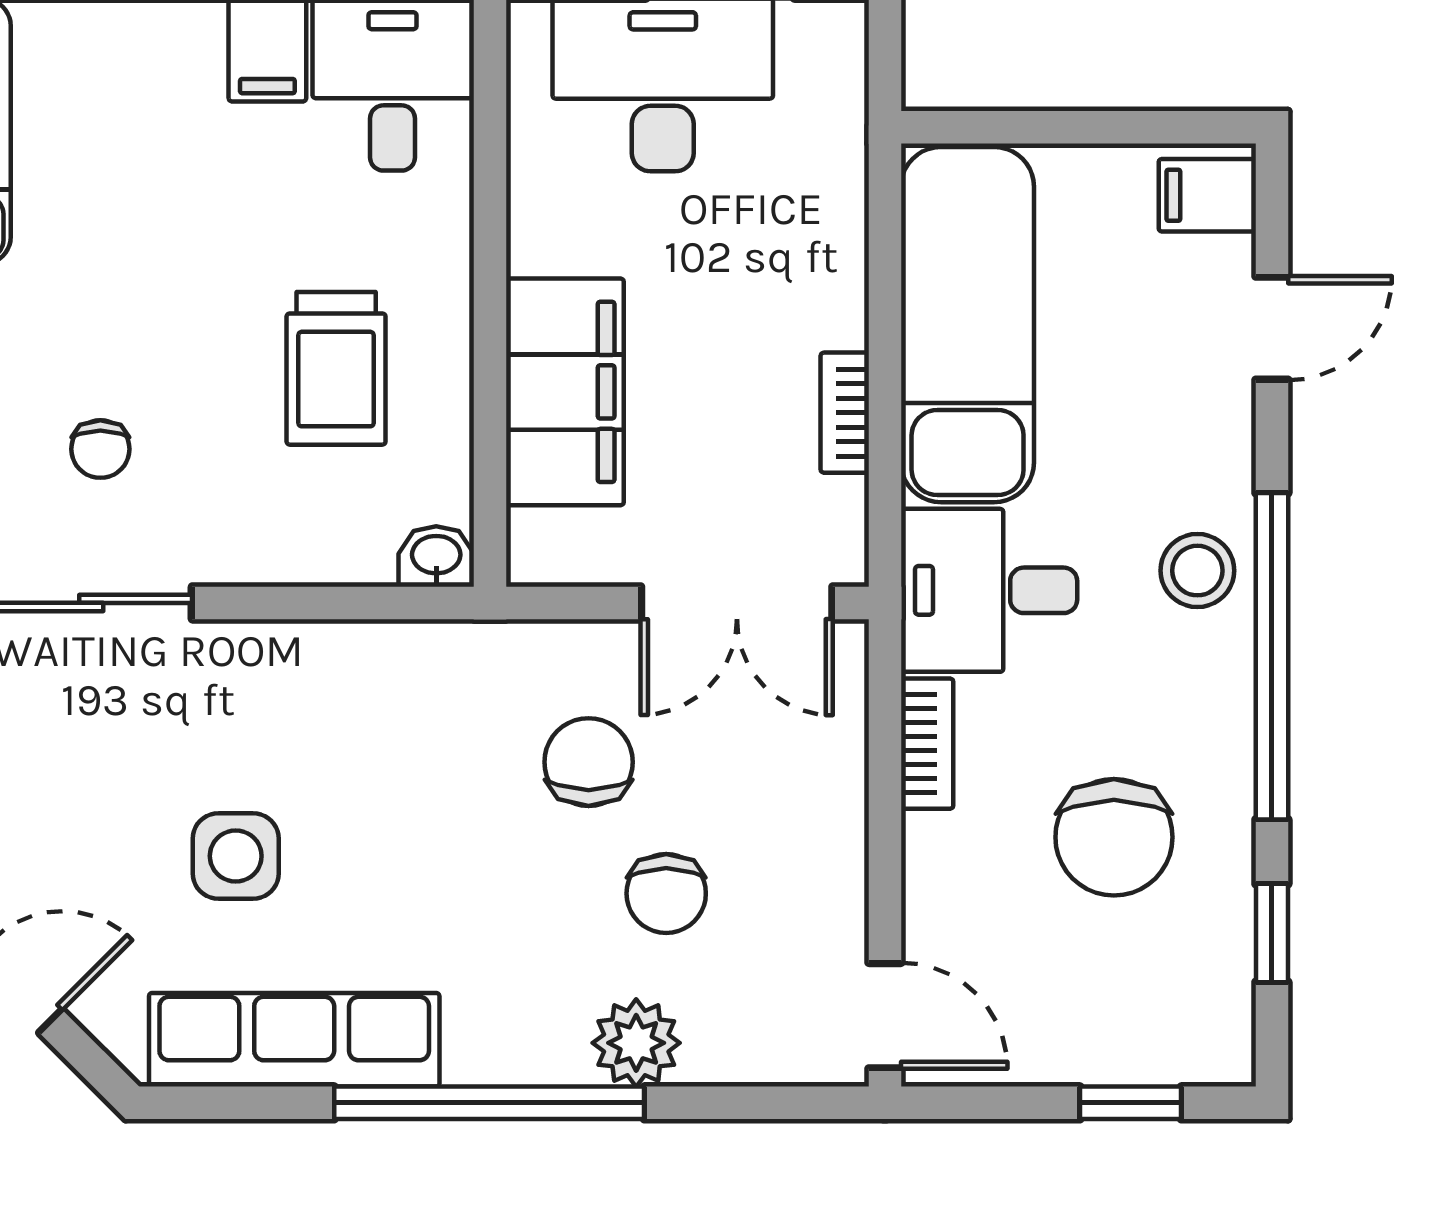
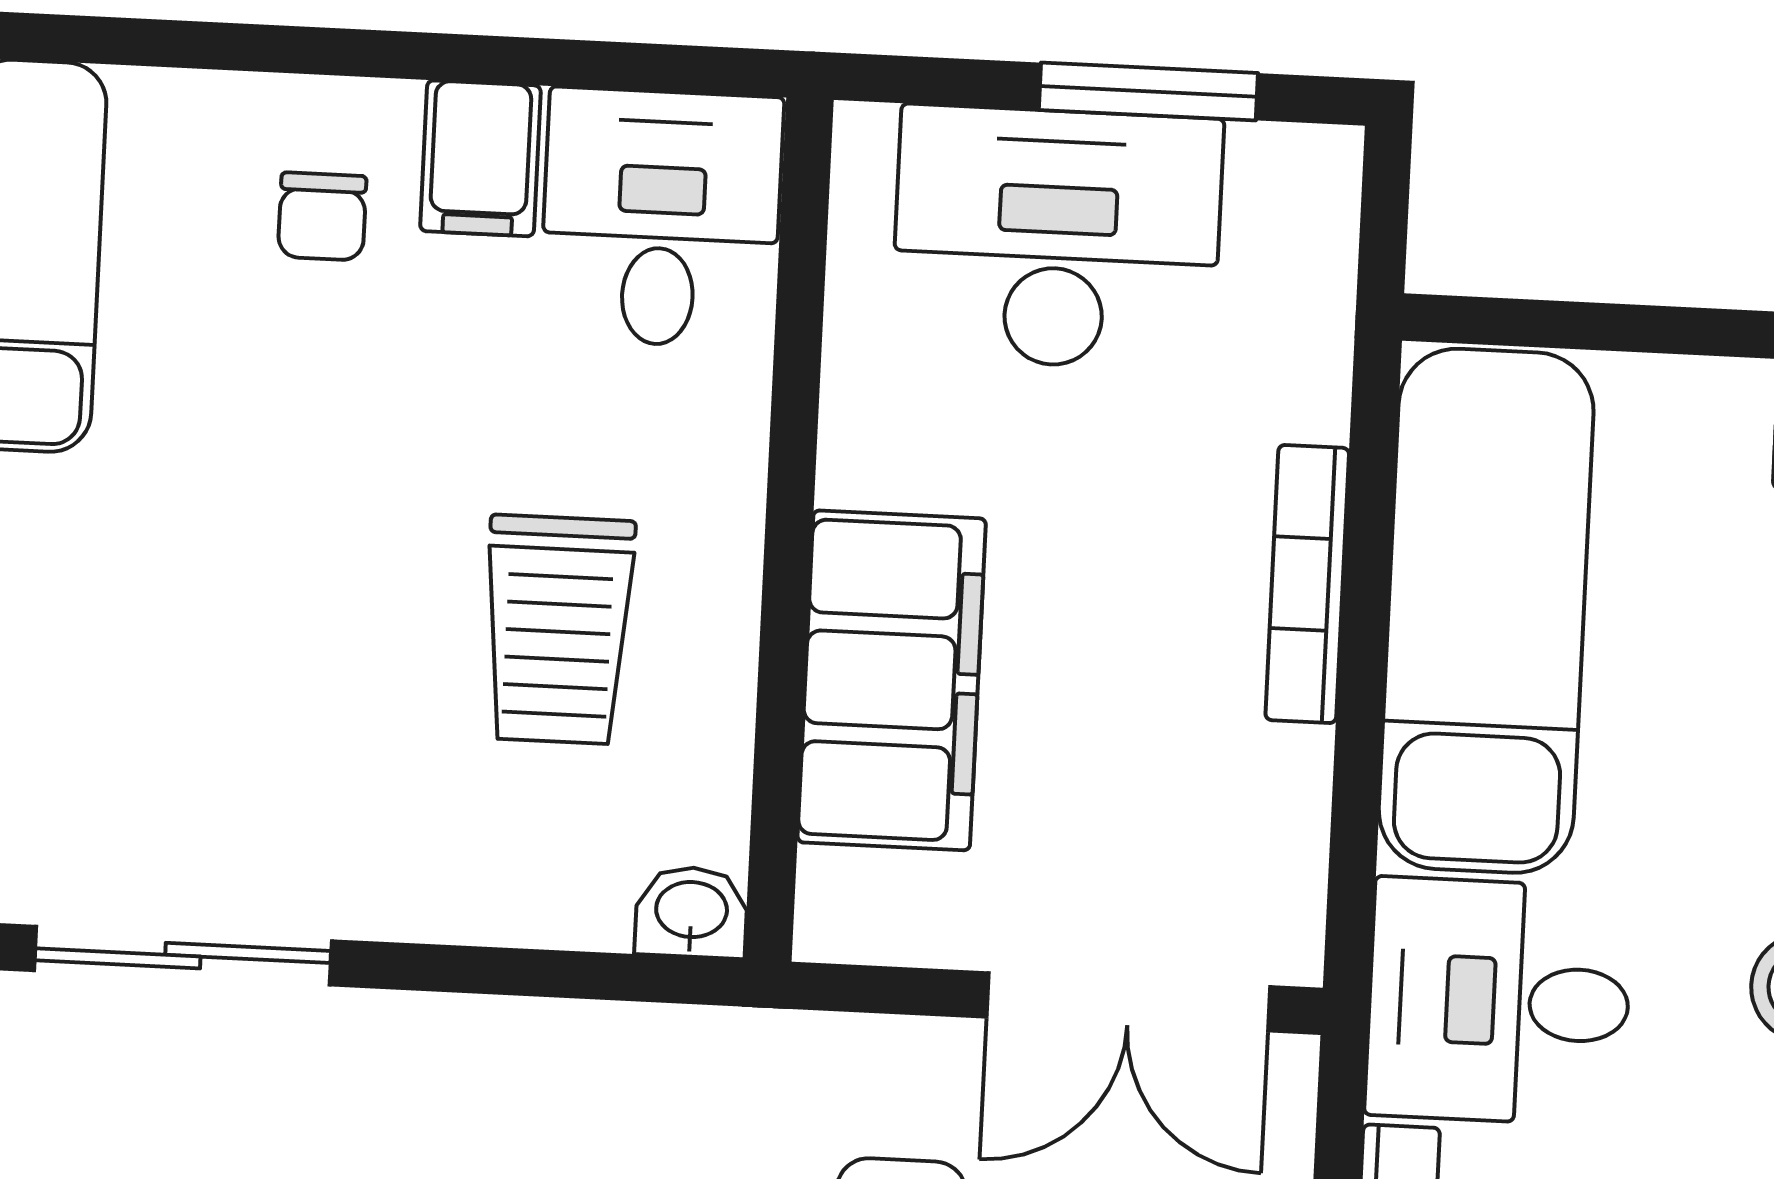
bookcase: (845, 413) -> (1307, 584), moved, width x1.56
chair: (100, 449) -> (322, 216), moved

